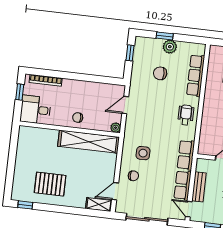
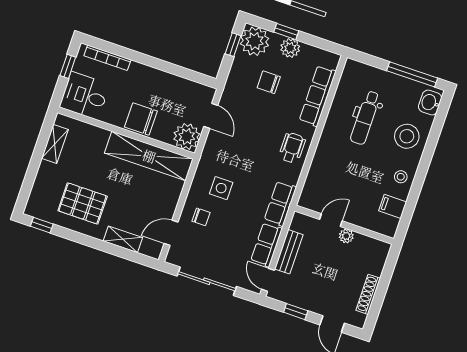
plant: (144, 47) -> (255, 41), added
door: (125, 105) -> (211, 116), swing flipped
chair: (78, 117) -> (141, 119), width x1.87, depth x1.87
plant: (116, 128) -> (187, 137), width x1.87, depth x1.87
shelving: (22, 147) -> (55, 144), added
shelving: (99, 205) -> (123, 239), moved

